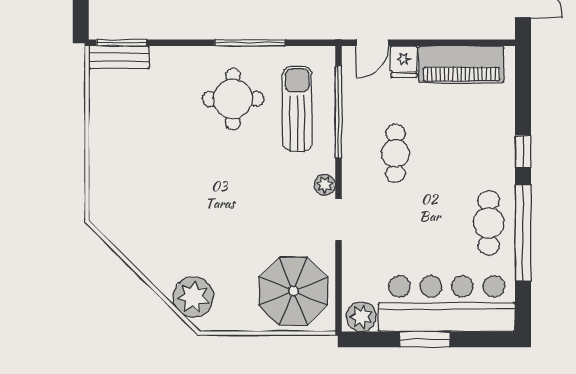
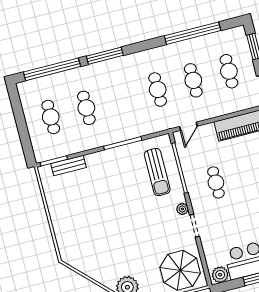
bench: (119, 57) -> (68, 165), moved
fridge: (404, 61) -> (208, 132), removed
round table: (233, 99) -> (121, 176), removed
sun lounger: (297, 109) -> (157, 172), turned 180

